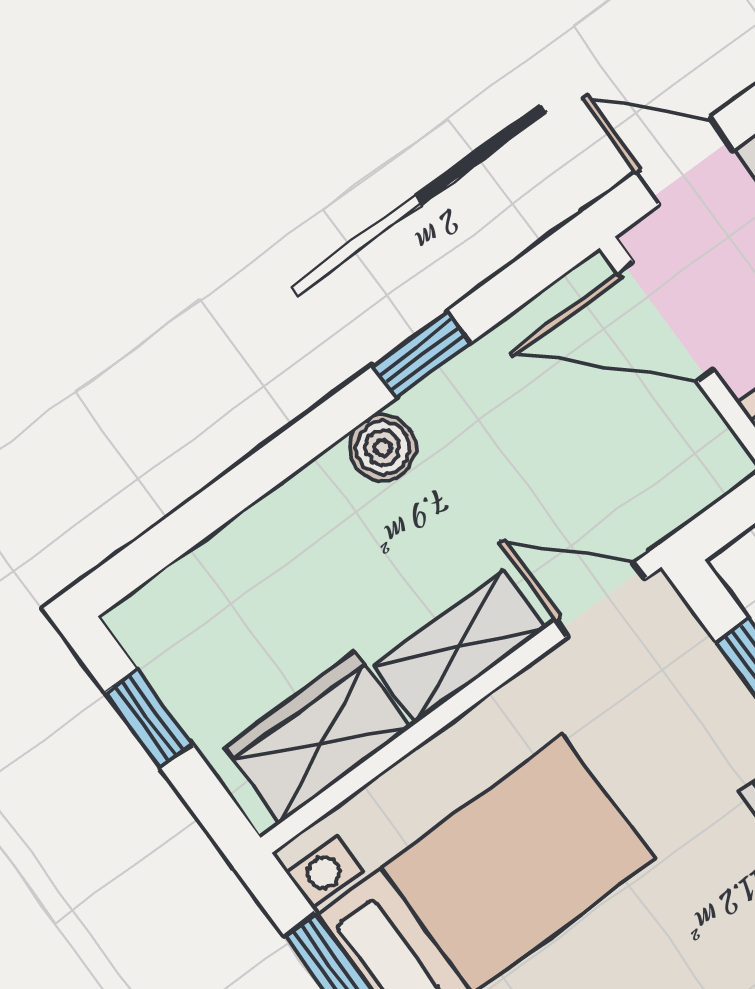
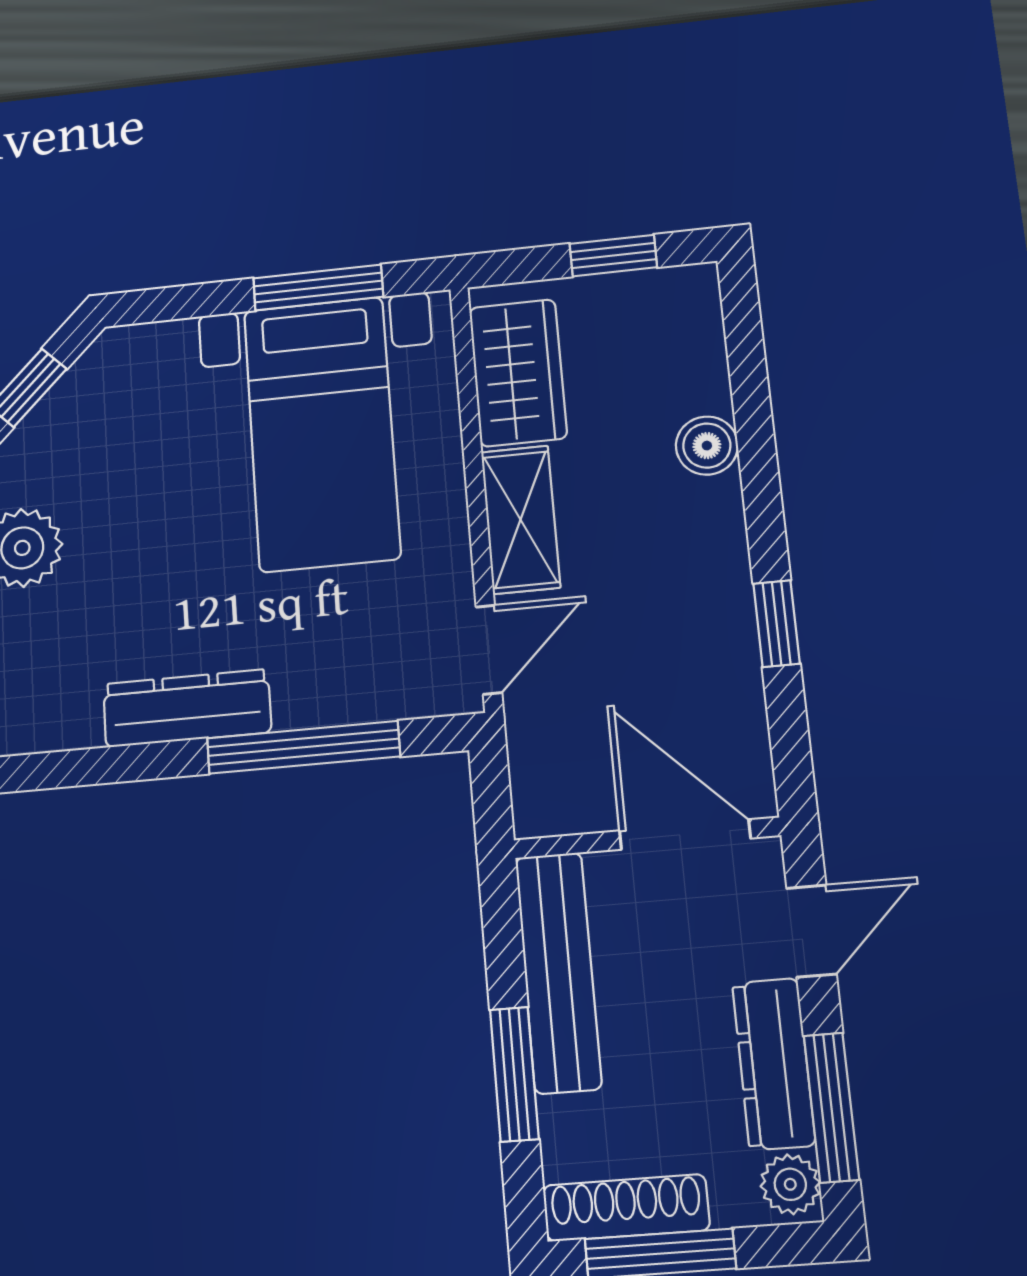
door: (665, 321) -> (685, 835), hinge flipped
boiler: (383, 448) -> (707, 446), moved

